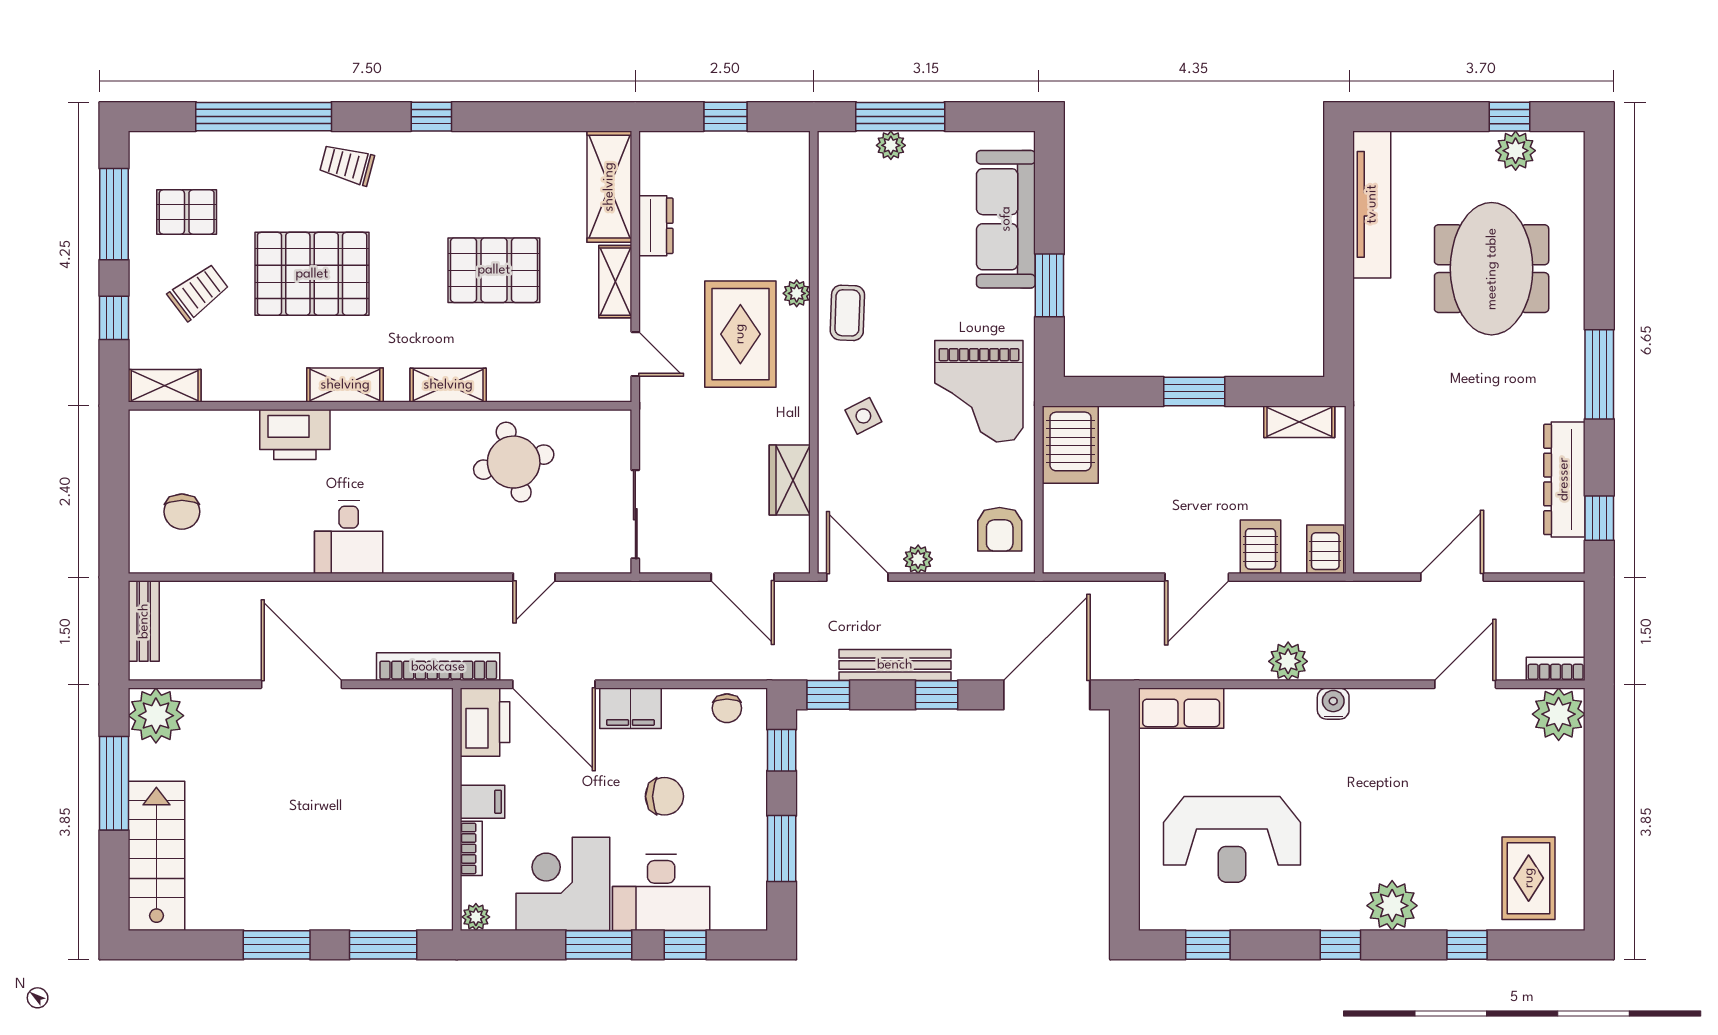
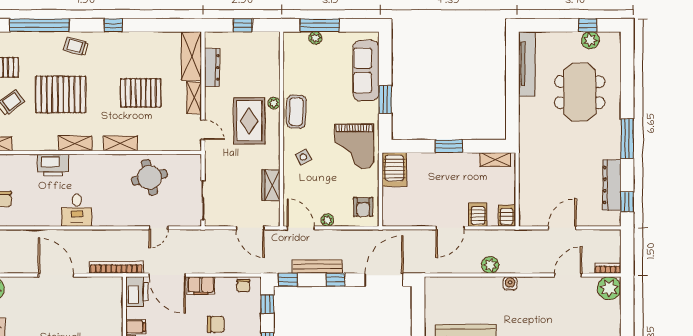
dresser: (656, 226) -> (212, 68), width x1.44
coffee table: (847, 313) -> (296, 112), width x1.36, depth x1.30
row of seats: (1181, 708) -> (443, 286), removed

